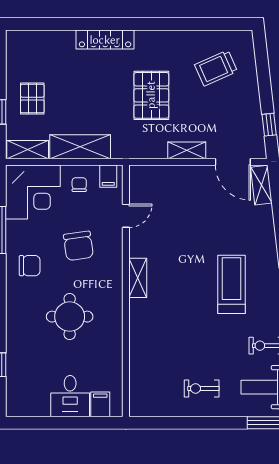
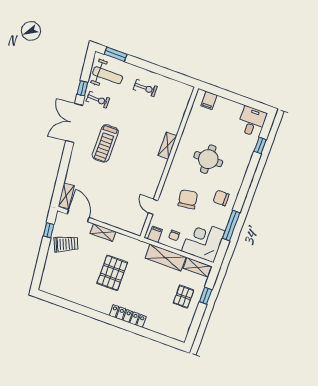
trolley: (216, 68) -> (66, 244), moved
door: (126, 216) -> (153, 207), hinge flipped
shelving: (138, 278) -> (167, 146), moved
desk: (70, 396) -> (252, 121), moved

